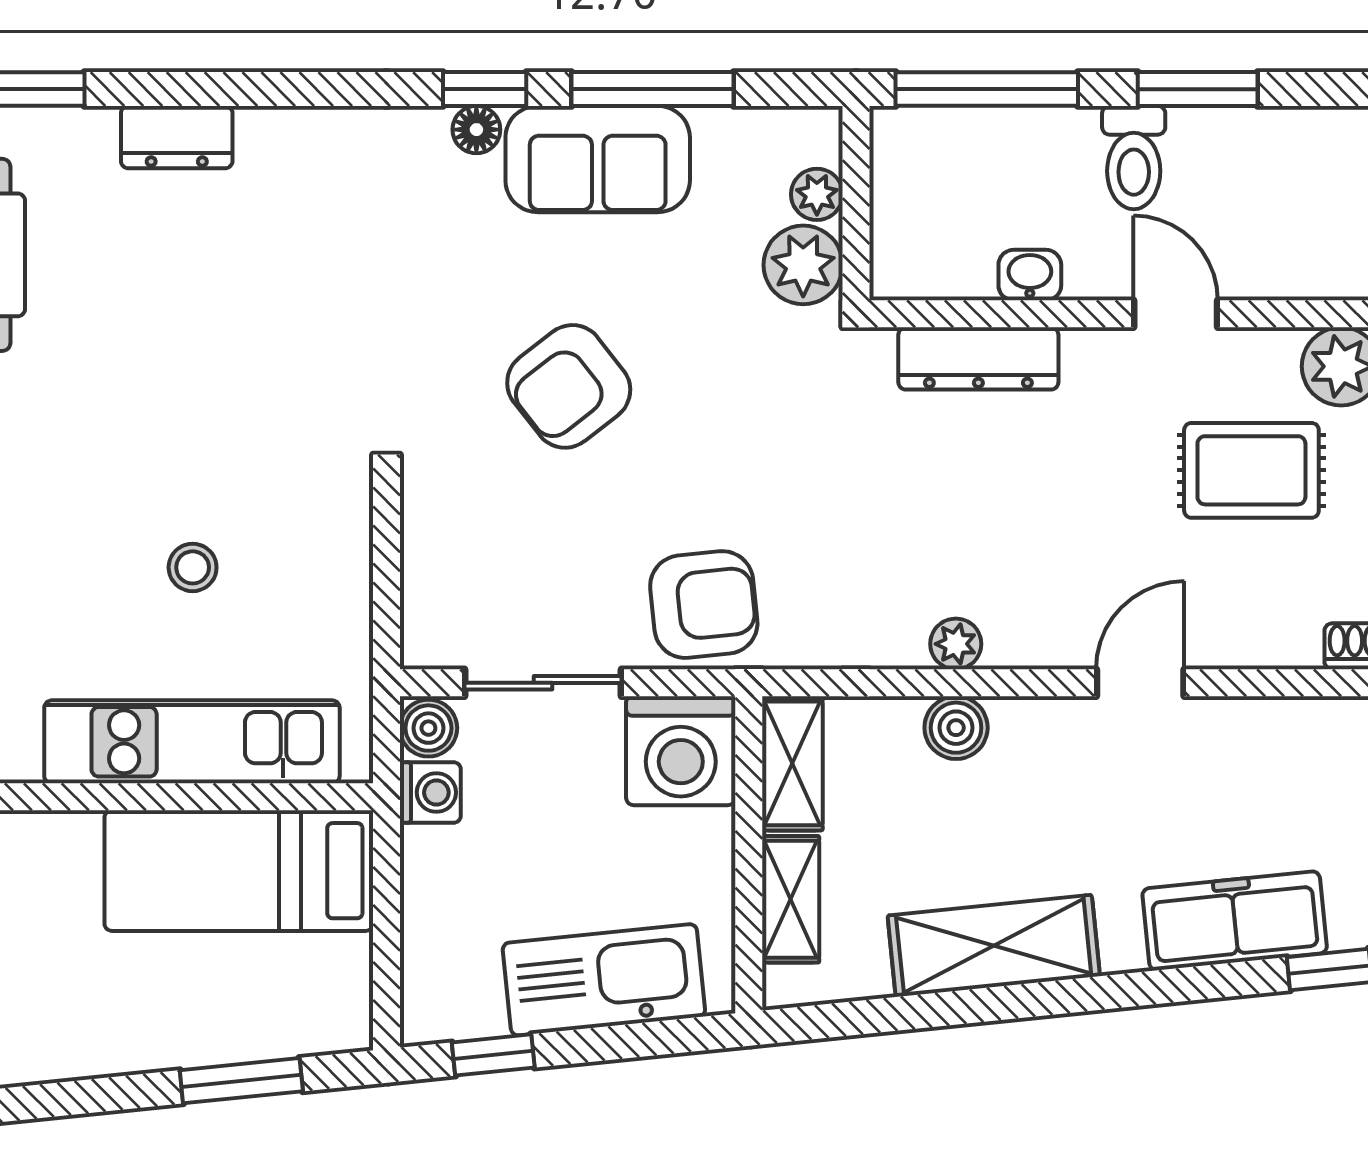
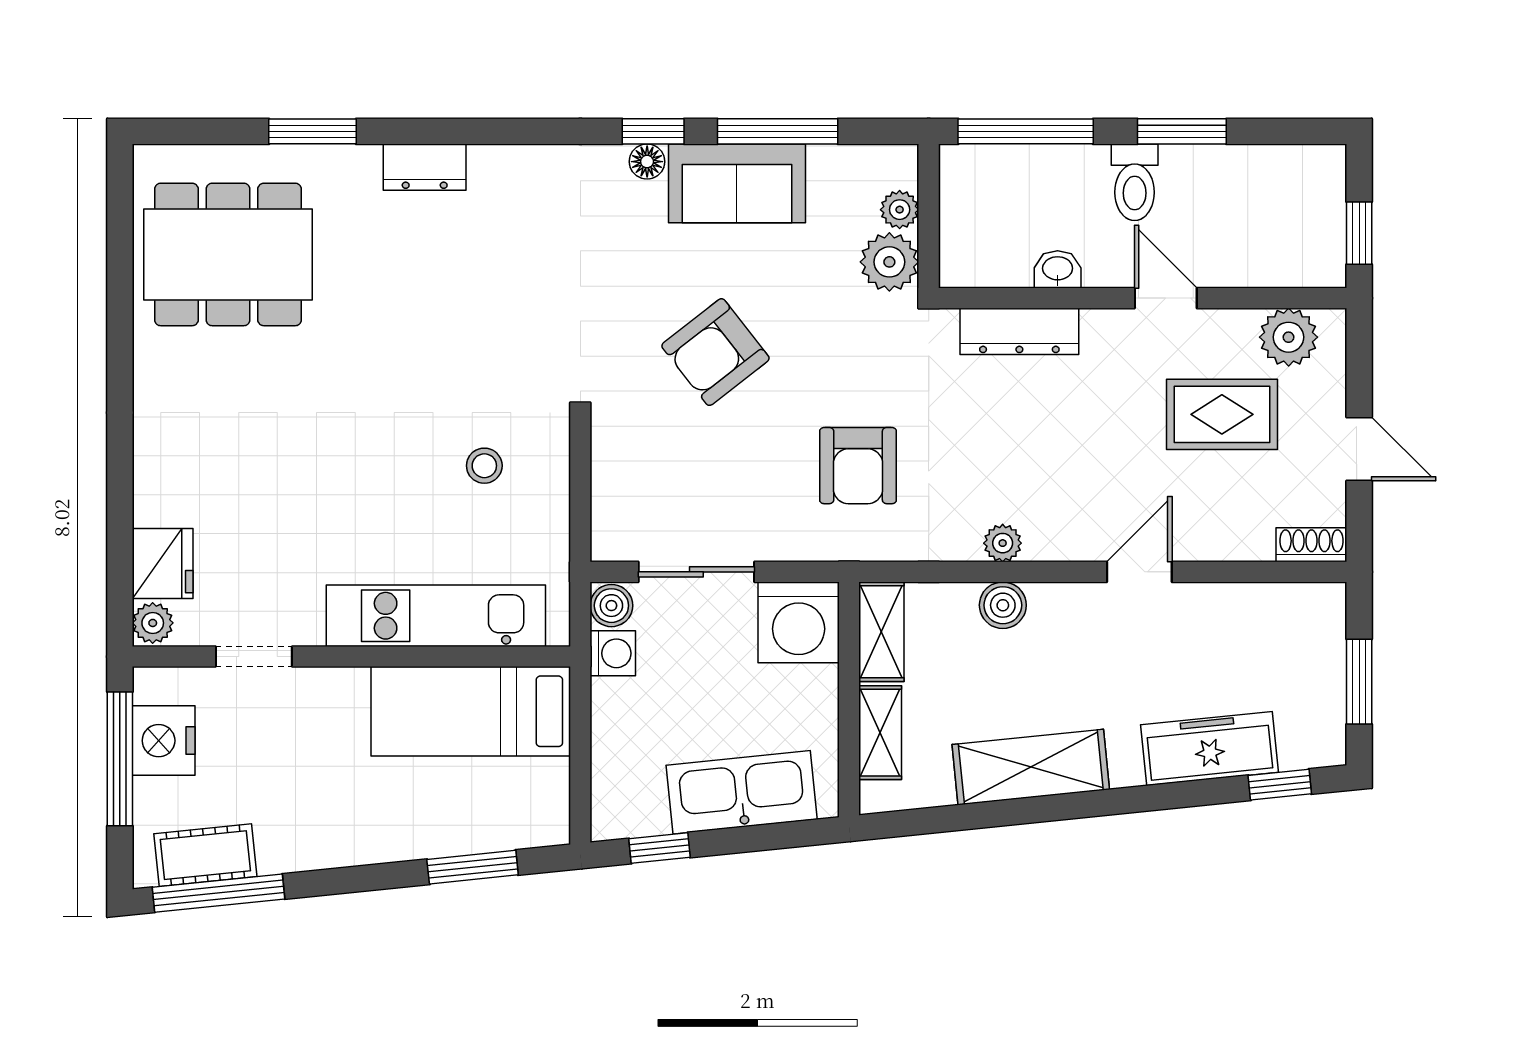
stool: (193, 567) -> (484, 466), moved
armchair: (704, 605) -> (858, 466), moved, turned 96

